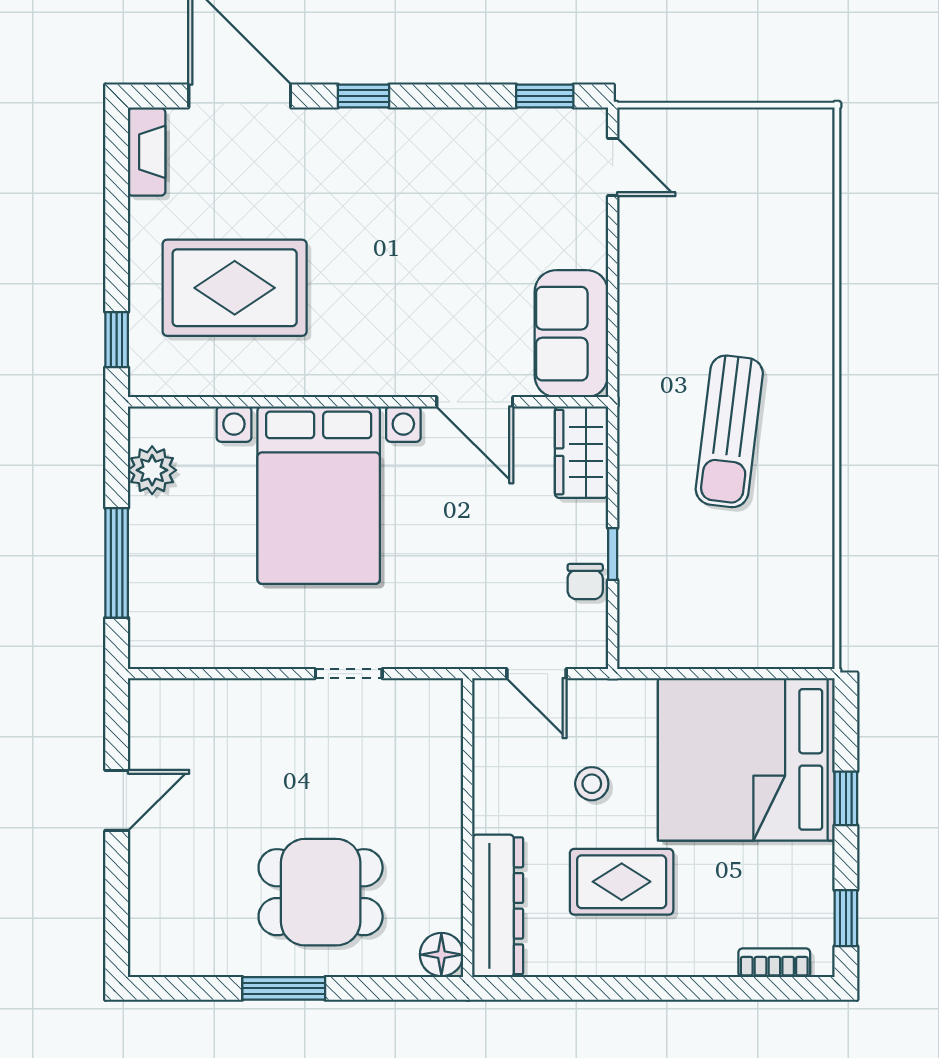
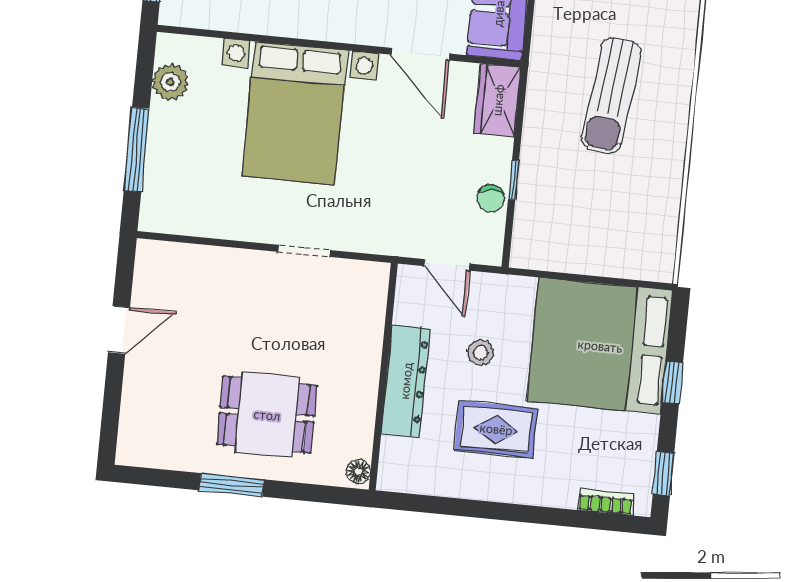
dresser: (498, 906) -> (406, 381), moved
floor lamp: (441, 955) -> (358, 471), width x0.73, depth x0.73

